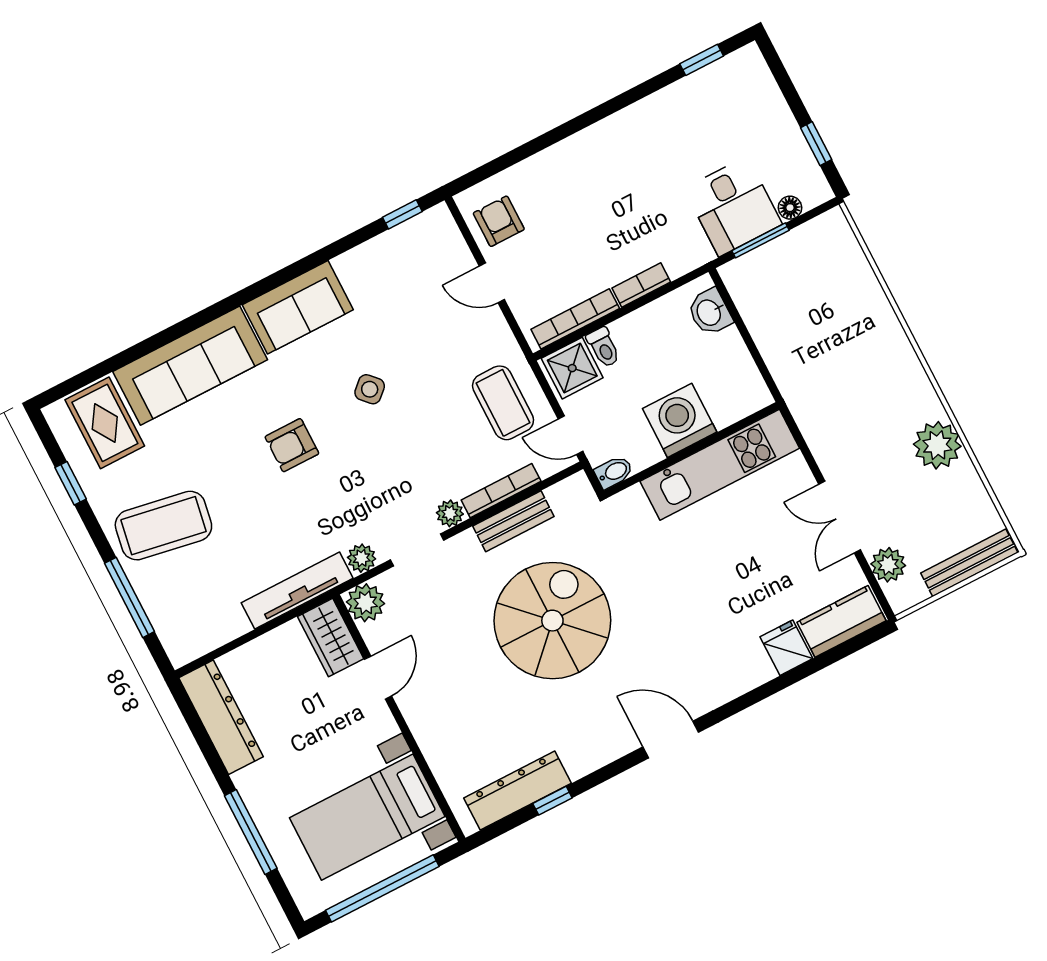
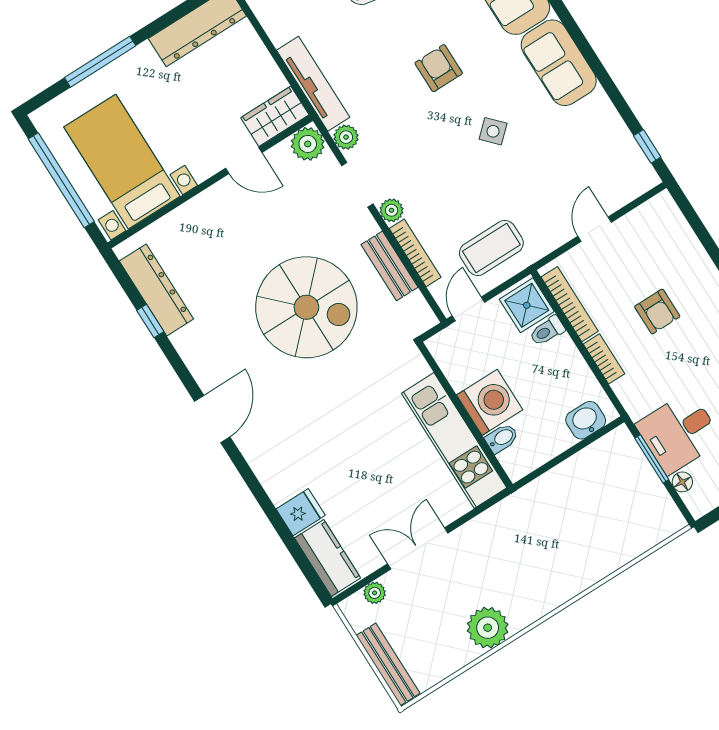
armchair: (499, 221) -> (657, 311), moved, turned 90
bidet: (614, 472) -> (502, 438), moved, turned -90
plant: (888, 565) -> (375, 593), width x0.73, depth x0.73

